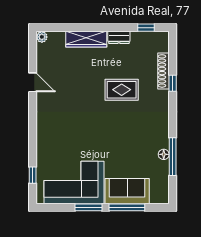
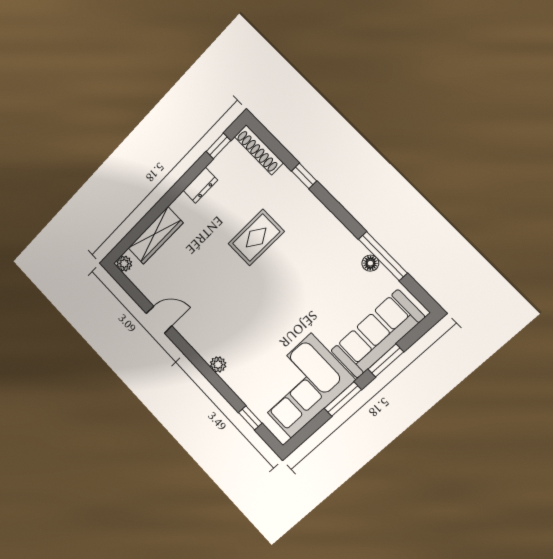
wardrobe: (86, 39) -> (156, 235), moved
shoe rack: (163, 71) -> (259, 150), moved
plant: (42, 133) -> (218, 364), added
sofa: (127, 191) -> (377, 334), width x1.36
window: (127, 207) -> (386, 361), width x0.69

